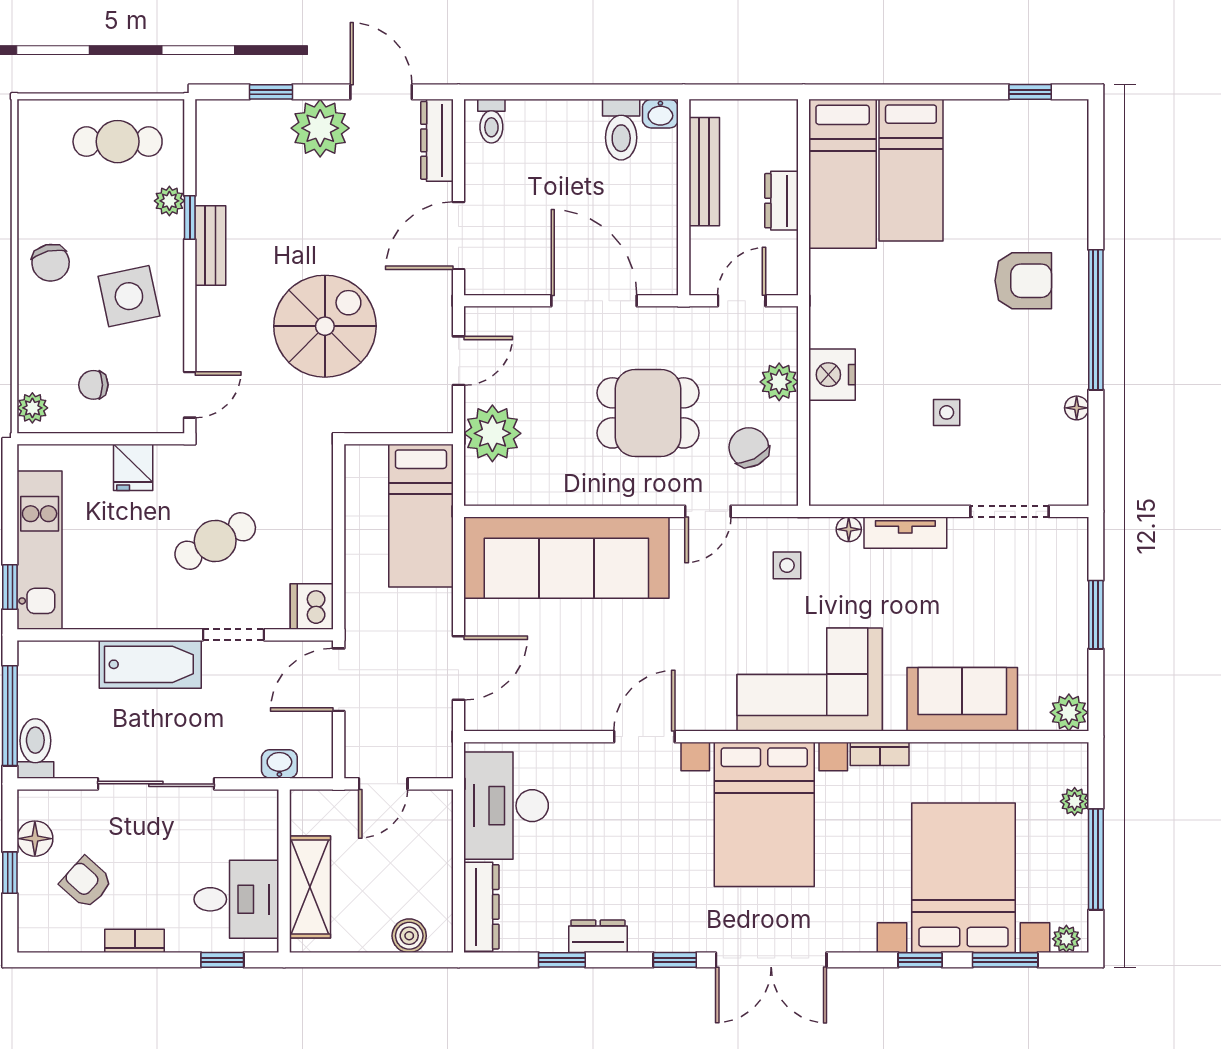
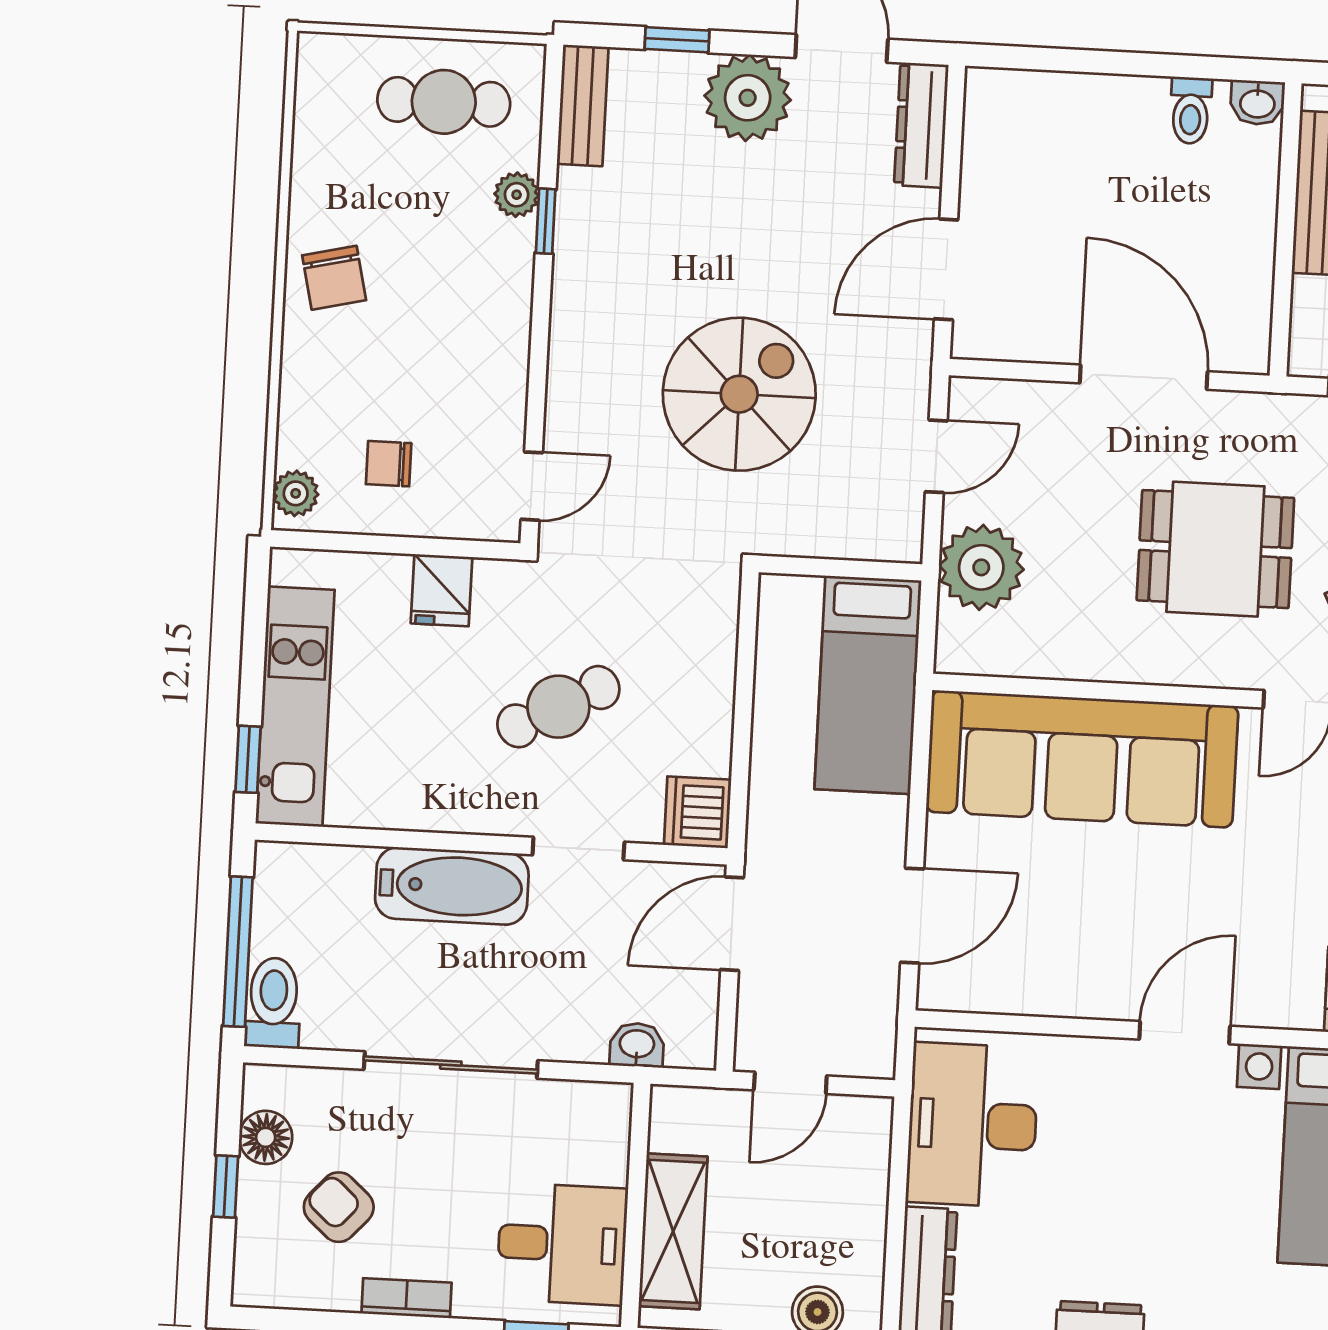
toilet: (491, 121) -> (1004, 101), removed
toilet: (621, 130) -> (1191, 110), width x0.73, depth x0.72
bench: (210, 245) -> (583, 105), moved
side table: (129, 296) -> (449, 334), removed

